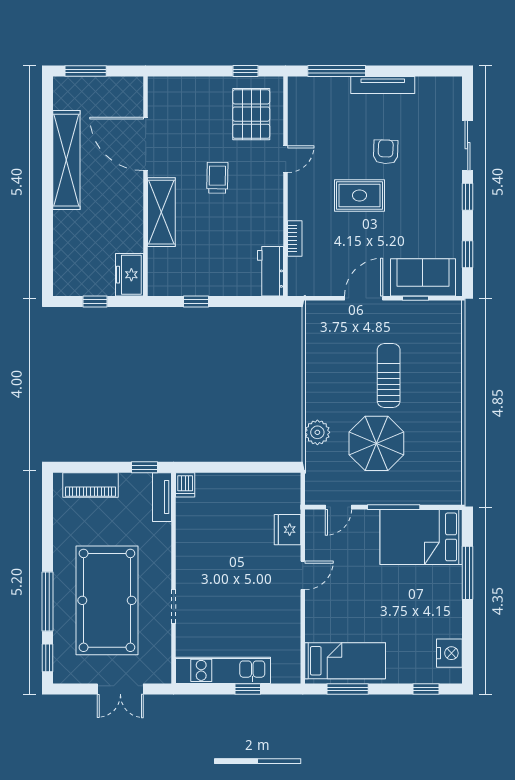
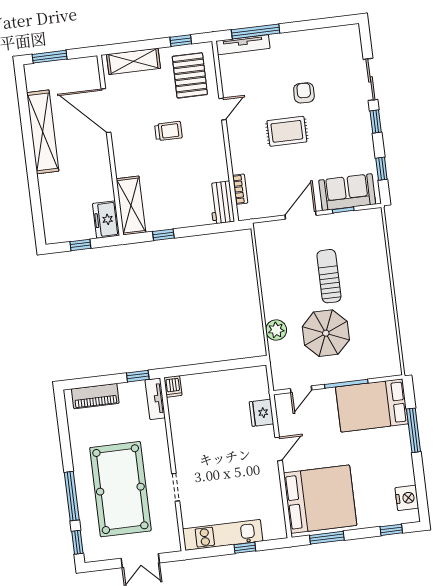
tv unit: (383, 85) -> (243, 45), moved
shelving: (186, 89) -> (133, 61), added
trolley: (217, 178) -> (168, 131), turned 89
shelving: (161, 212) -> (131, 206), moved
bookcase: (295, 238) -> (240, 189), moved
bed: (345, 661) -> (320, 499), width x2.04

